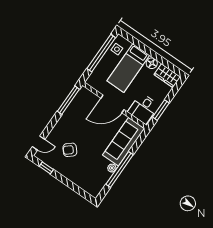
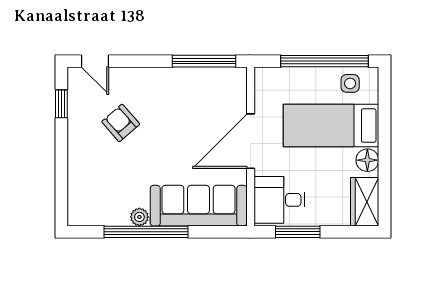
door: (112, 104) -> (251, 141), hinge flipped

